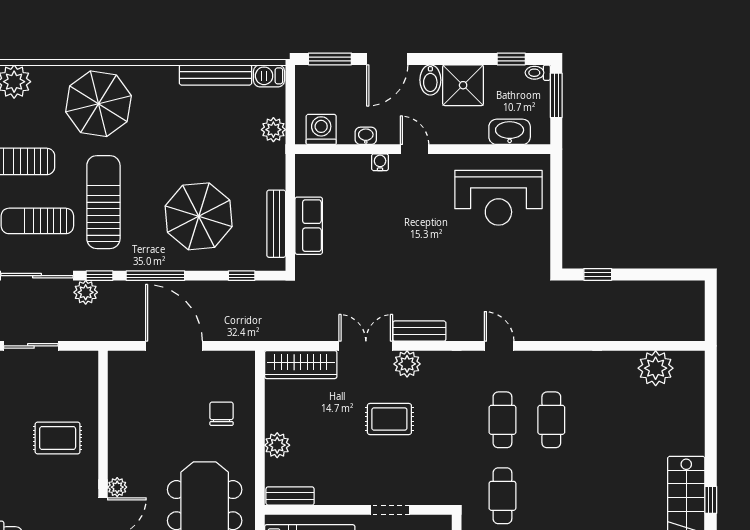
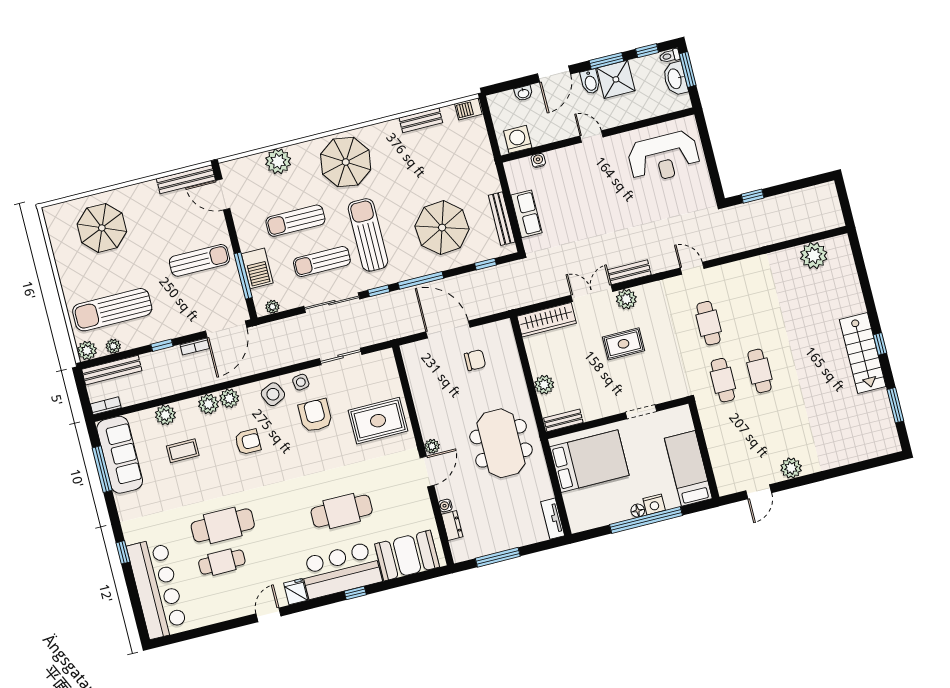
window: (330, 59) -> (606, 61), moved
bench: (215, 75) -> (421, 120), width x0.73
plant: (273, 130) -> (482, 148), removed
washbasin: (510, 132) -> (675, 79), moved, turned -90
washbasin: (366, 136) -> (523, 93), moved, turned 180
water cooler: (380, 162) -> (538, 160), moved
plant: (86, 292) -> (372, 306), removed
chair: (222, 414) -> (475, 360), moved, turned 90
cafe table: (551, 420) -> (759, 371), moved
rug: (58, 438) -> (378, 421), width x1.36, depth x1.43

